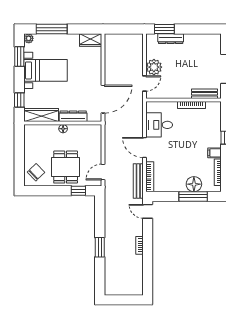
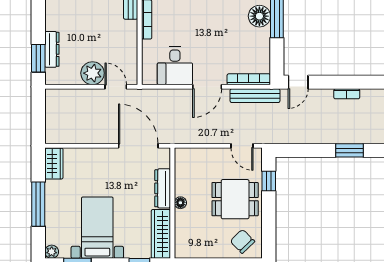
window: (52, 29) -> (38, 204), moved

